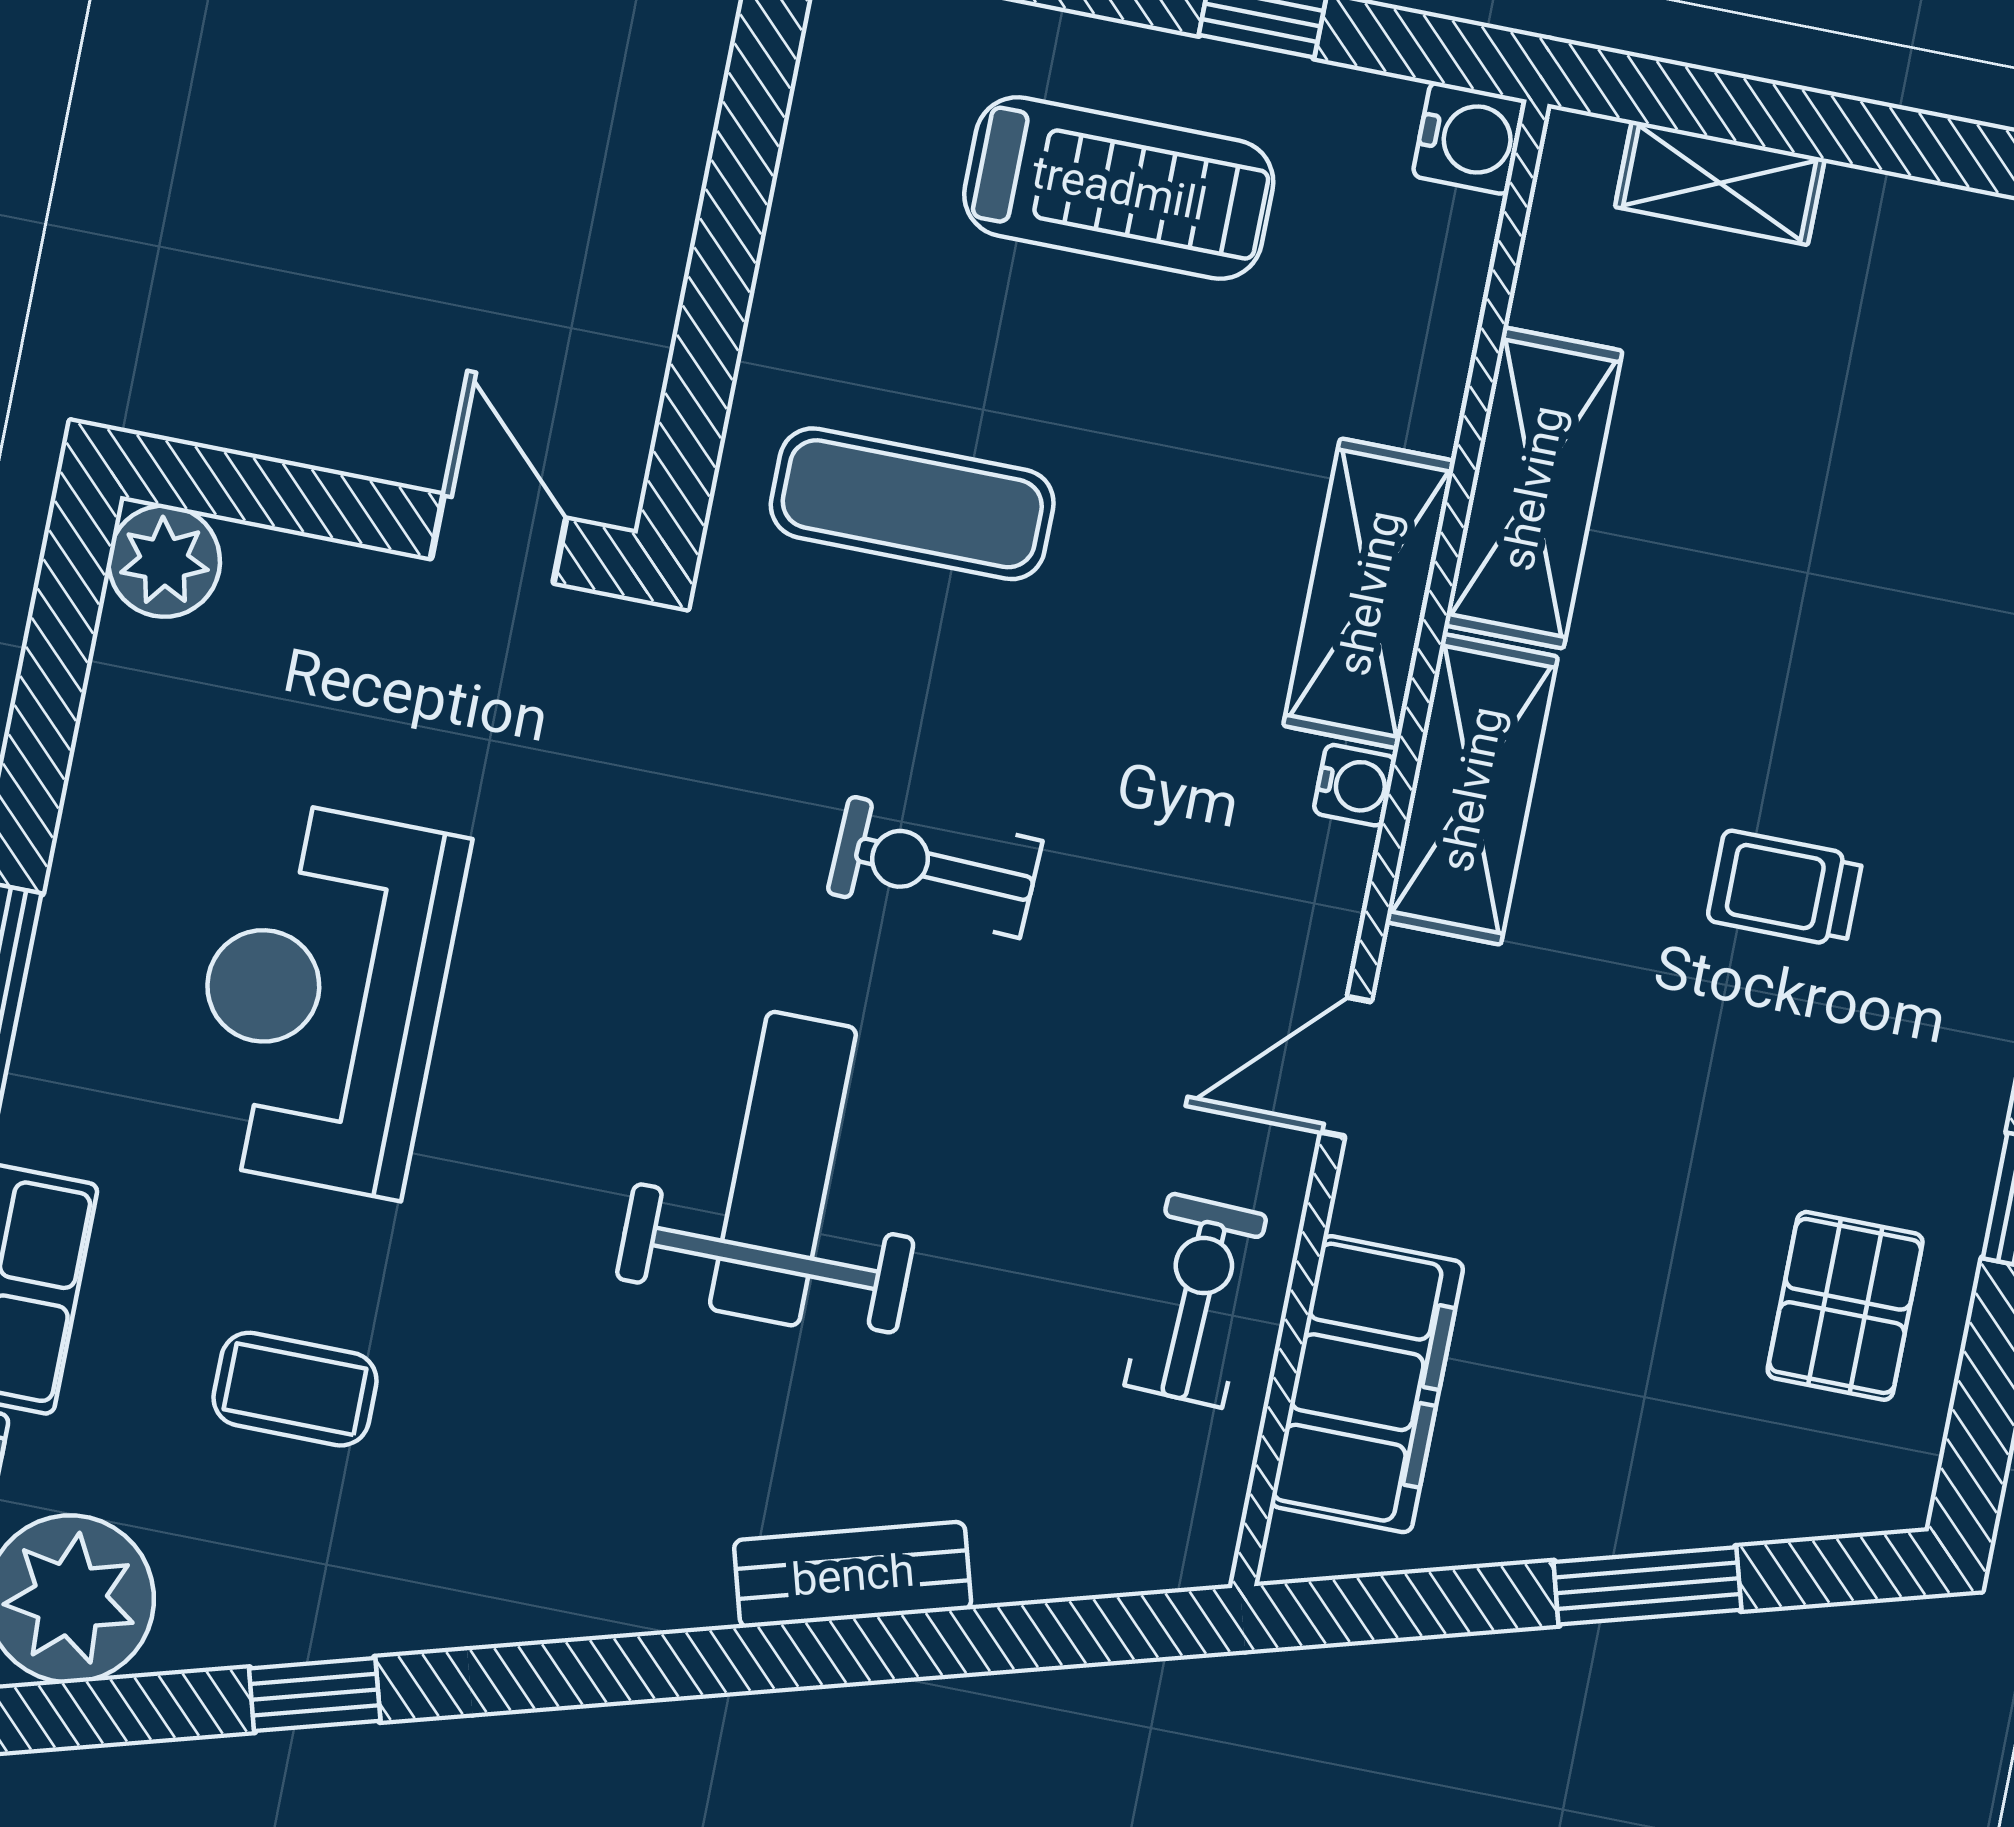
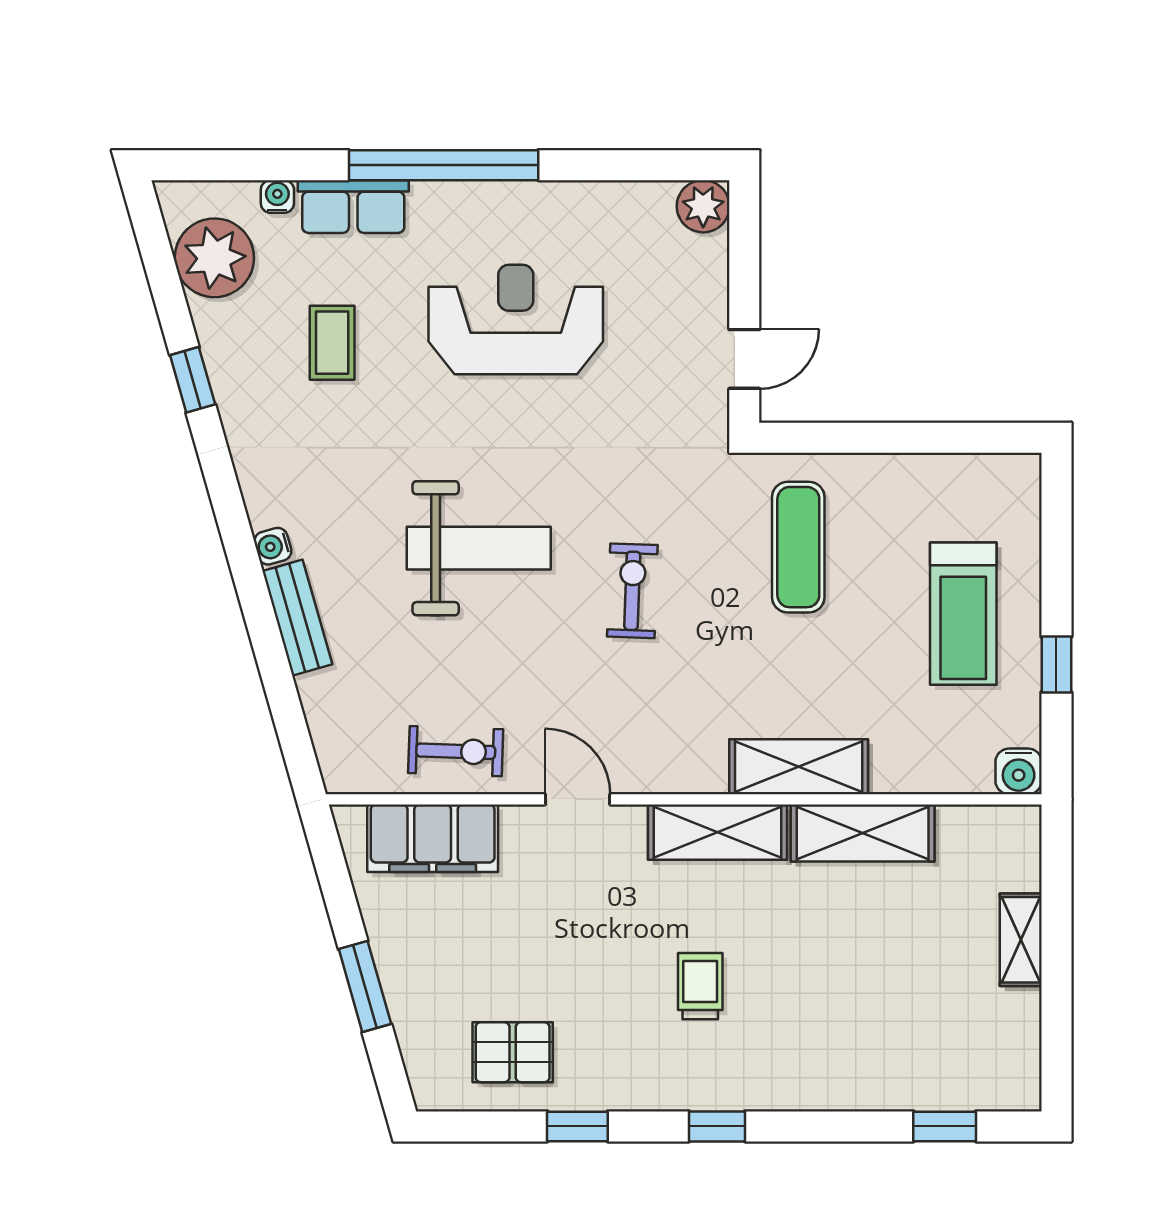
shelving: (1720, 183) -> (1021, 940), moved
water cooler: (1355, 785) -> (273, 546), moved, turned 74

